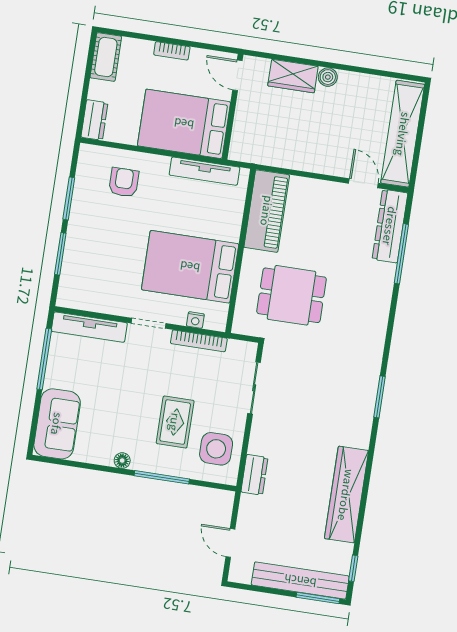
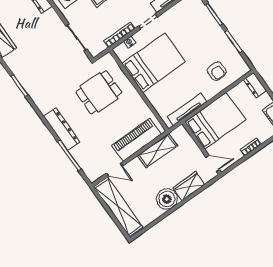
boiler: (328, 77) -> (167, 199), width x1.86, depth x1.86
shelving: (289, 156) -> (157, 151), added
piano: (267, 211) -> (136, 140), moved, turned 90
dresser: (390, 226) -> (62, 129), moved

